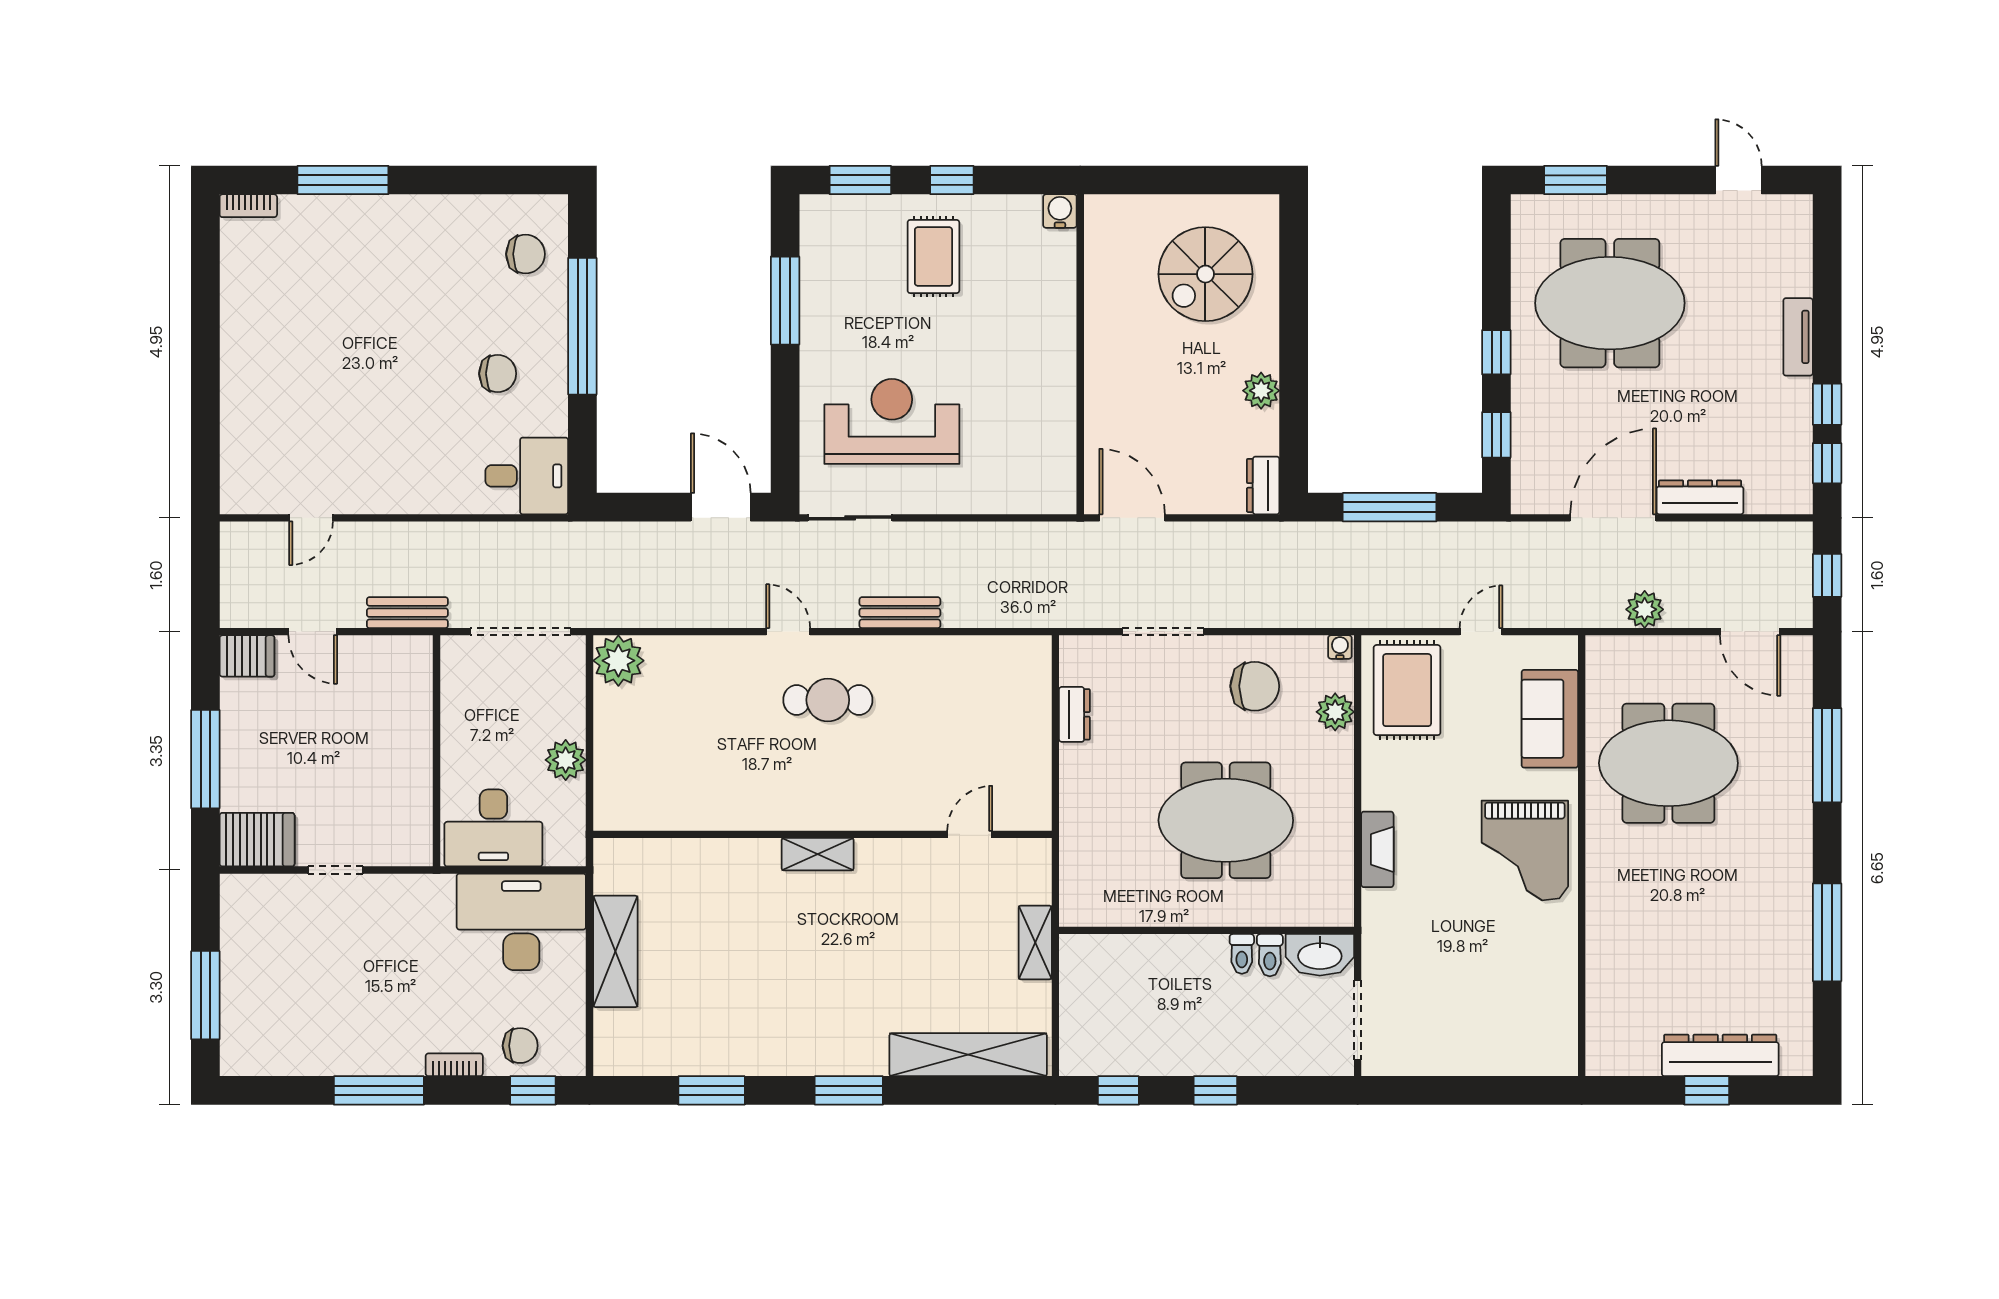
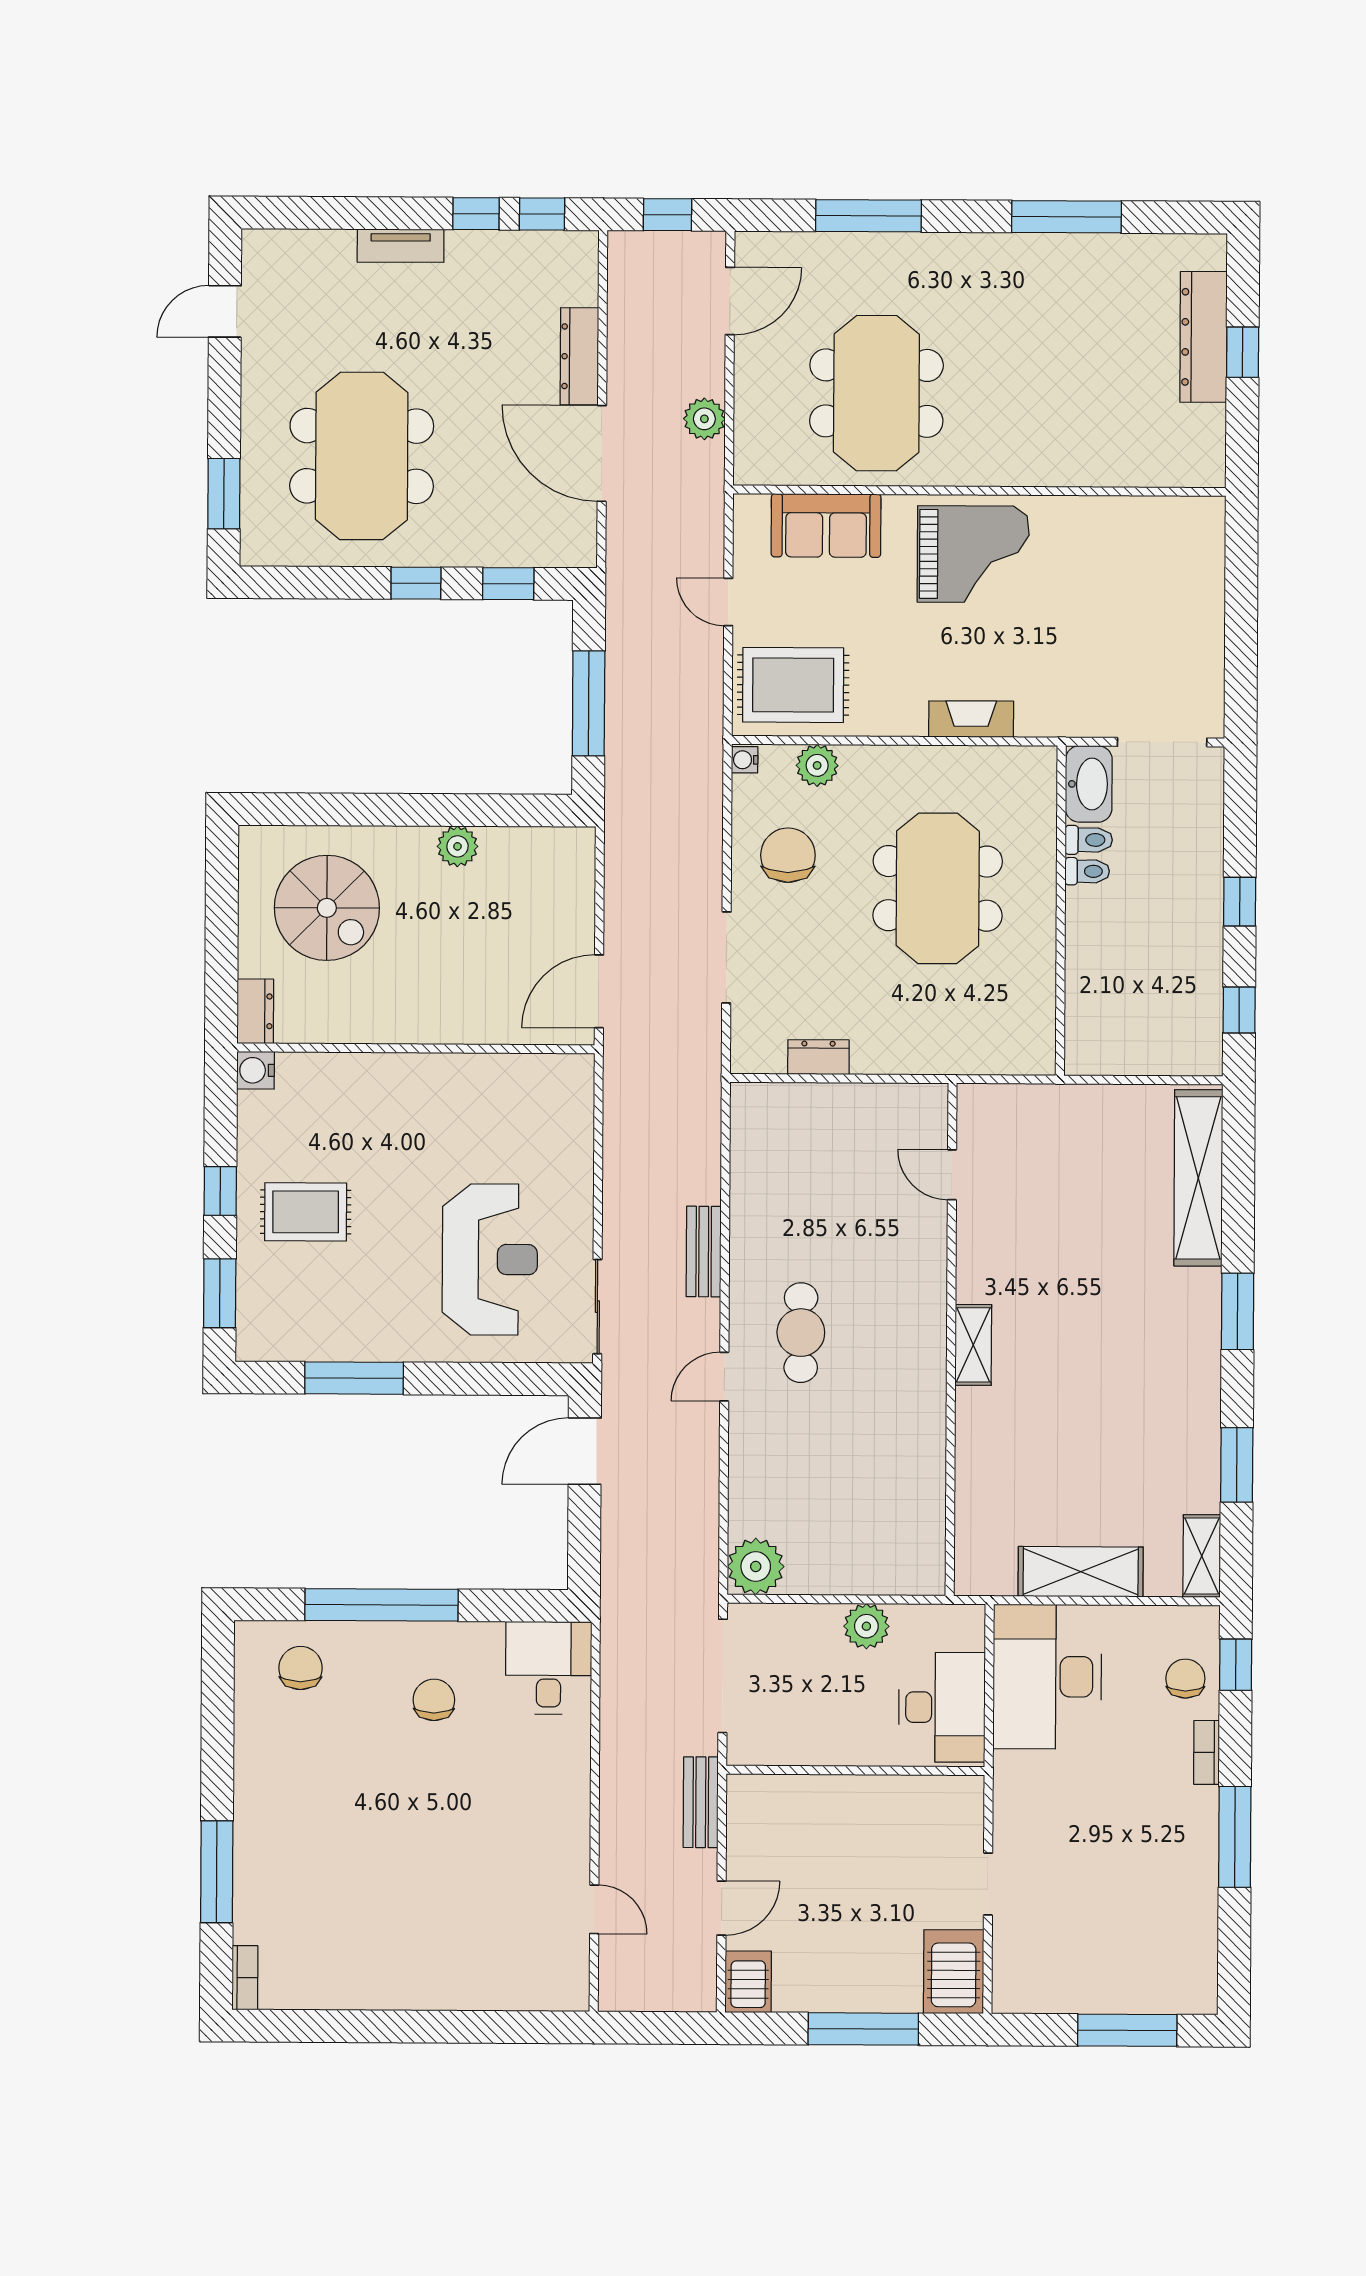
reception desk: (892, 421) -> (490, 1259), turned 180
dresser: (1263, 485) -> (255, 1011), moved, turned -90
shelving: (1035, 942) -> (1202, 1556), moved, turned 90

